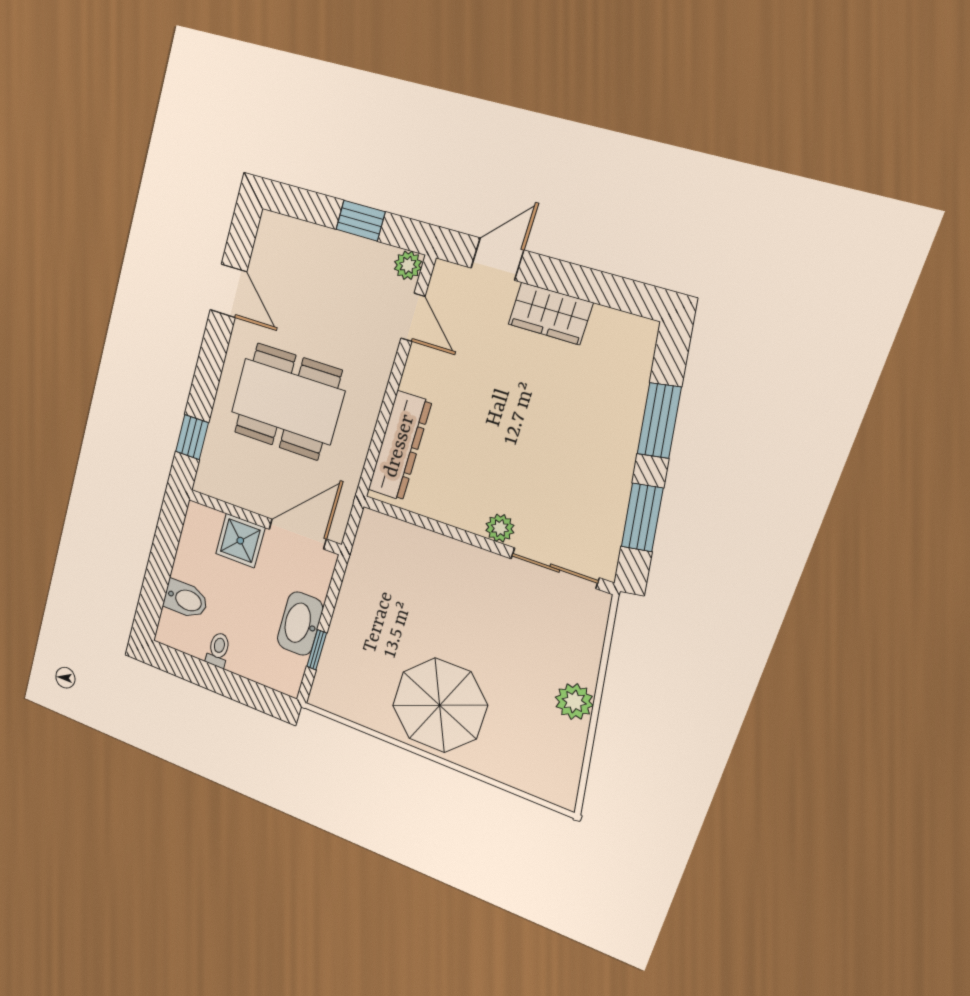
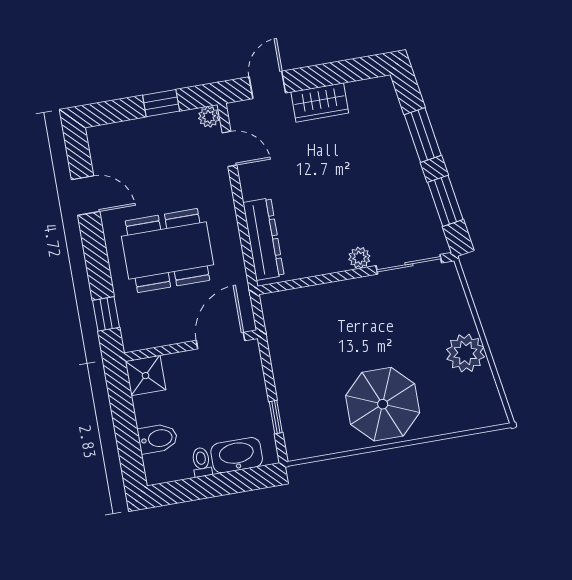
shower: (240, 541) -> (146, 376), moved
washbasin: (300, 624) -> (237, 455), moved, turned 90
plant: (574, 701) -> (465, 353), width x1.36, depth x1.36

